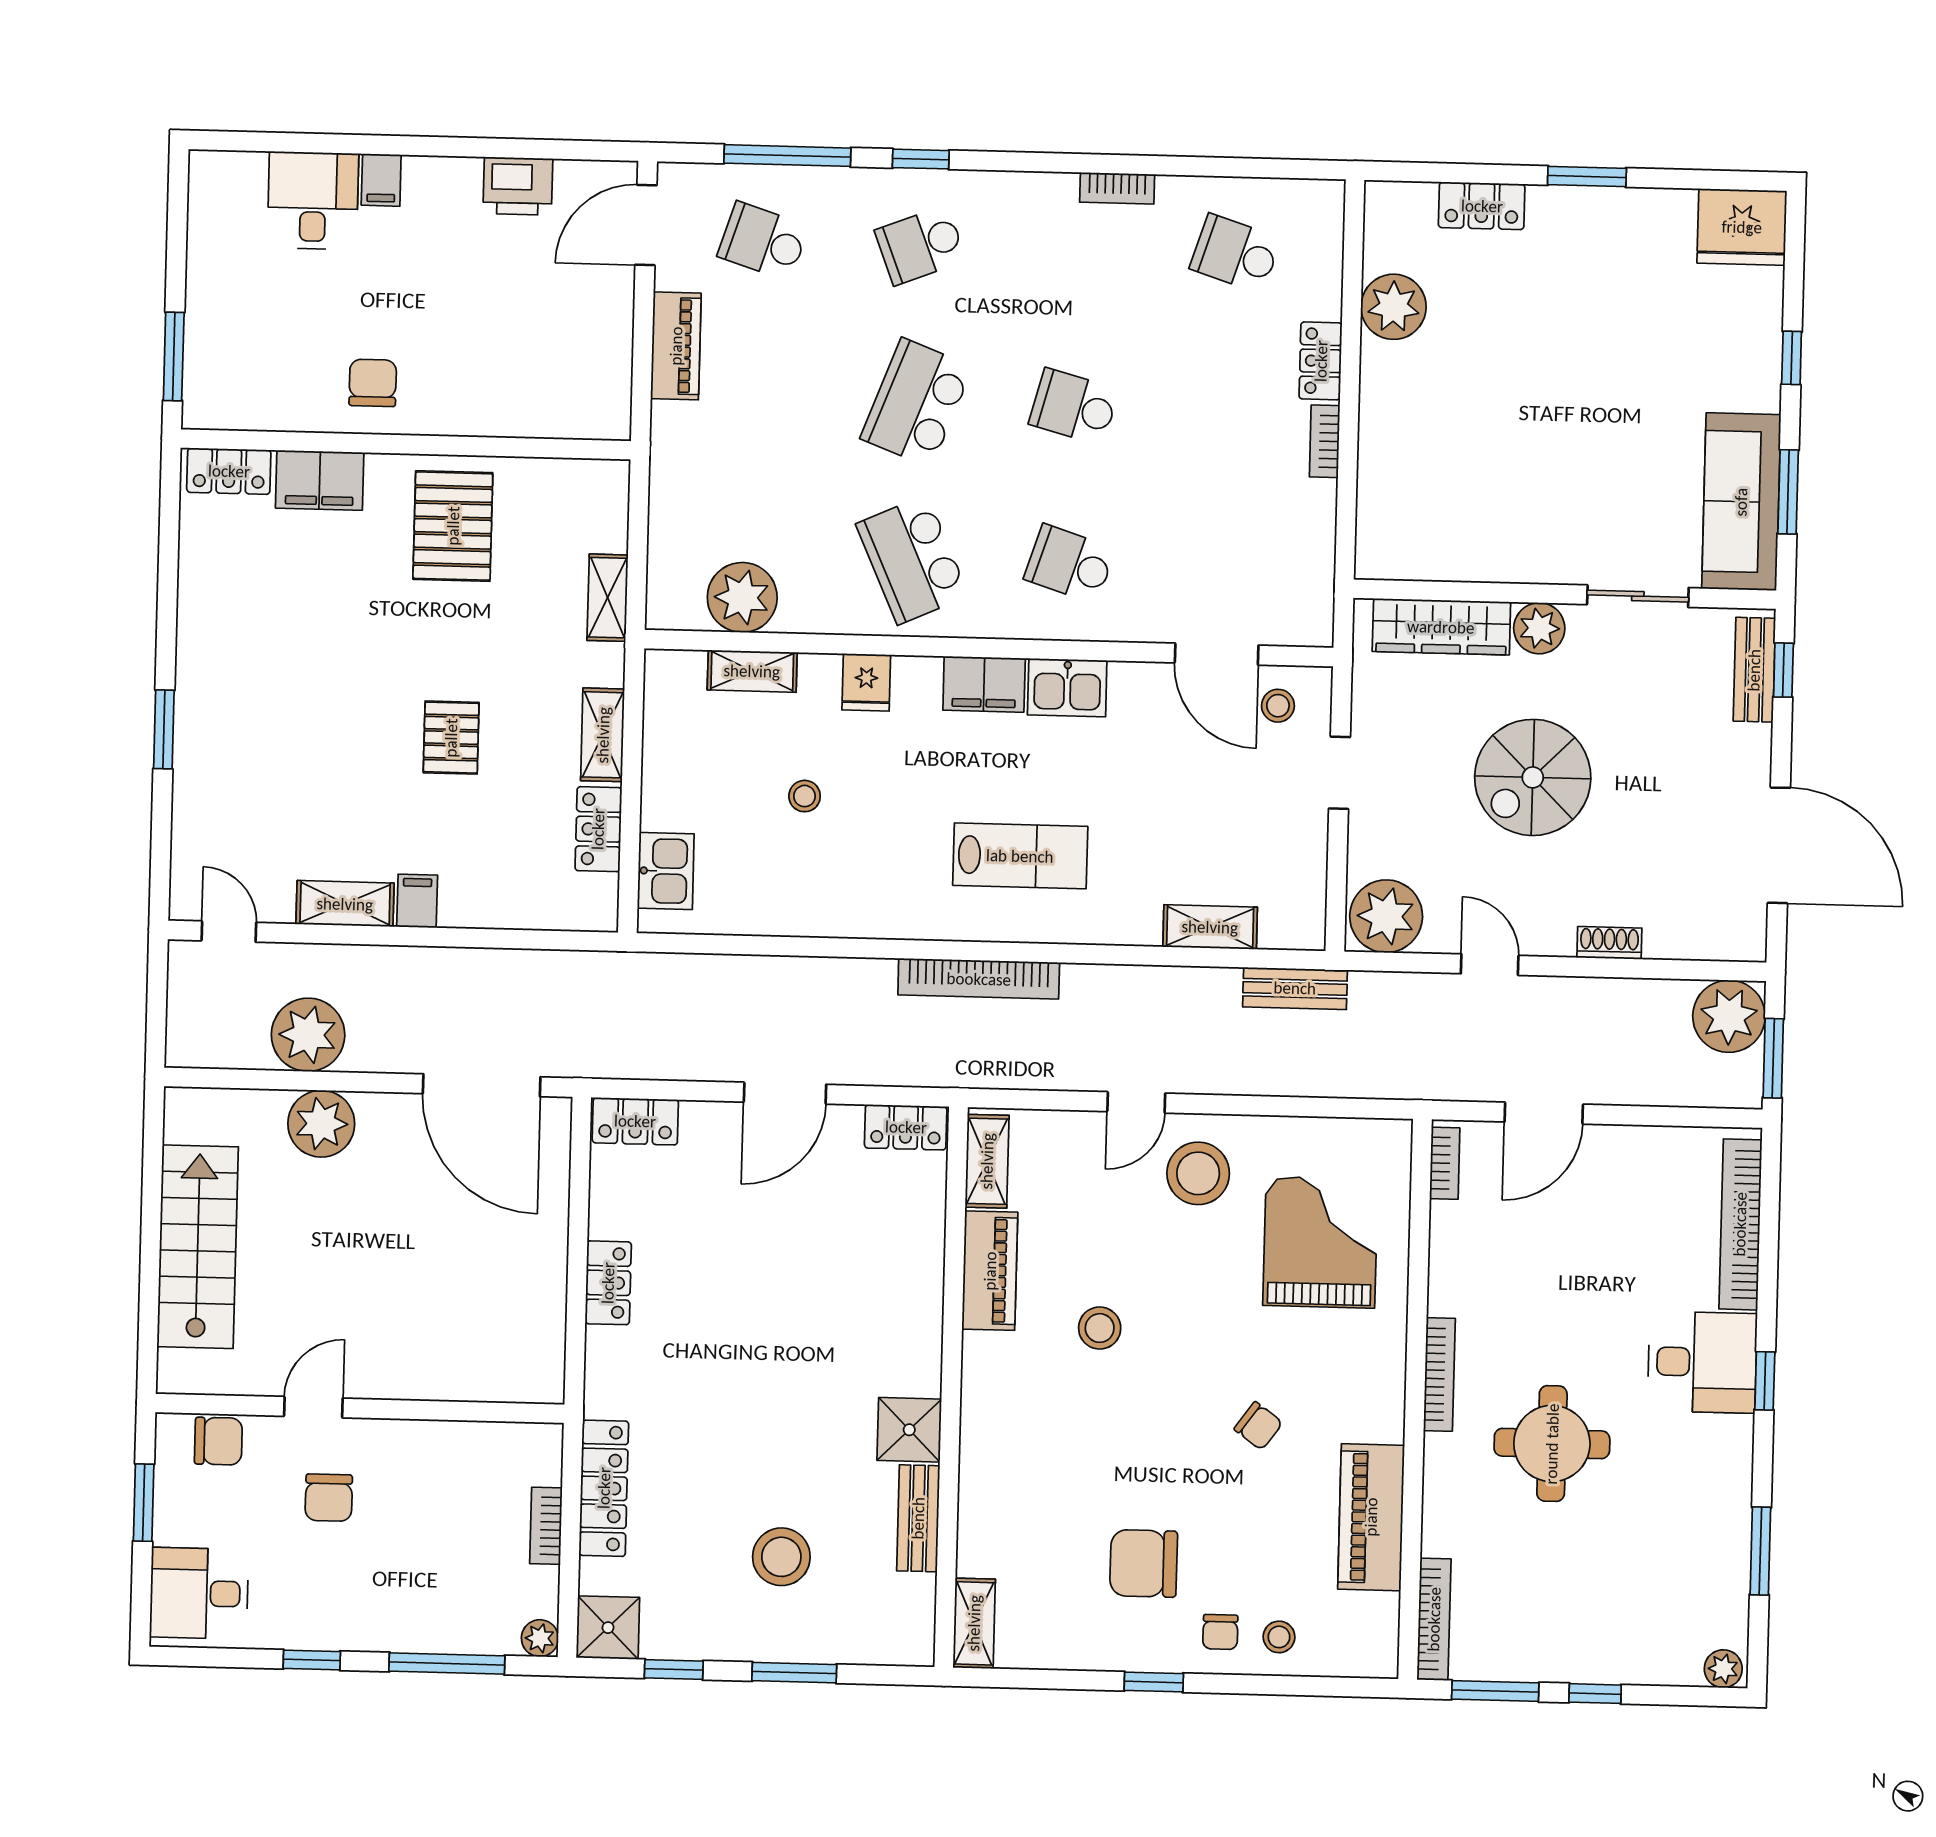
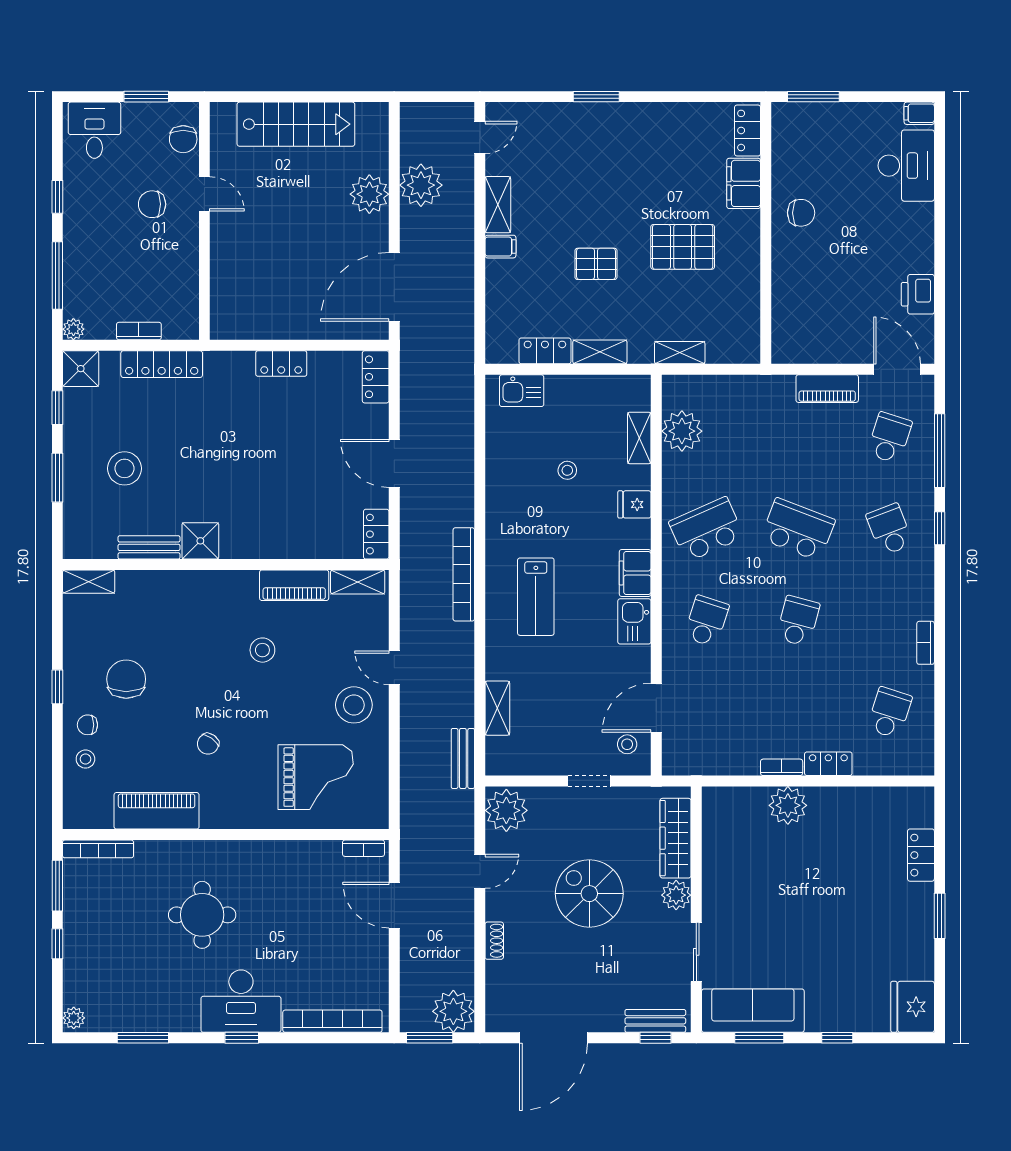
filing cabinet: (381, 180) -> (919, 113), moved
desk: (313, 201) -> (906, 166), width x1.37
plant: (1394, 307) -> (788, 805), moved
pallet: (453, 526) -> (683, 247), moved
desk: (1702, 1362) -> (241, 1001), width x1.37
bookcase: (1439, 1374) -> (241, 848), removed

